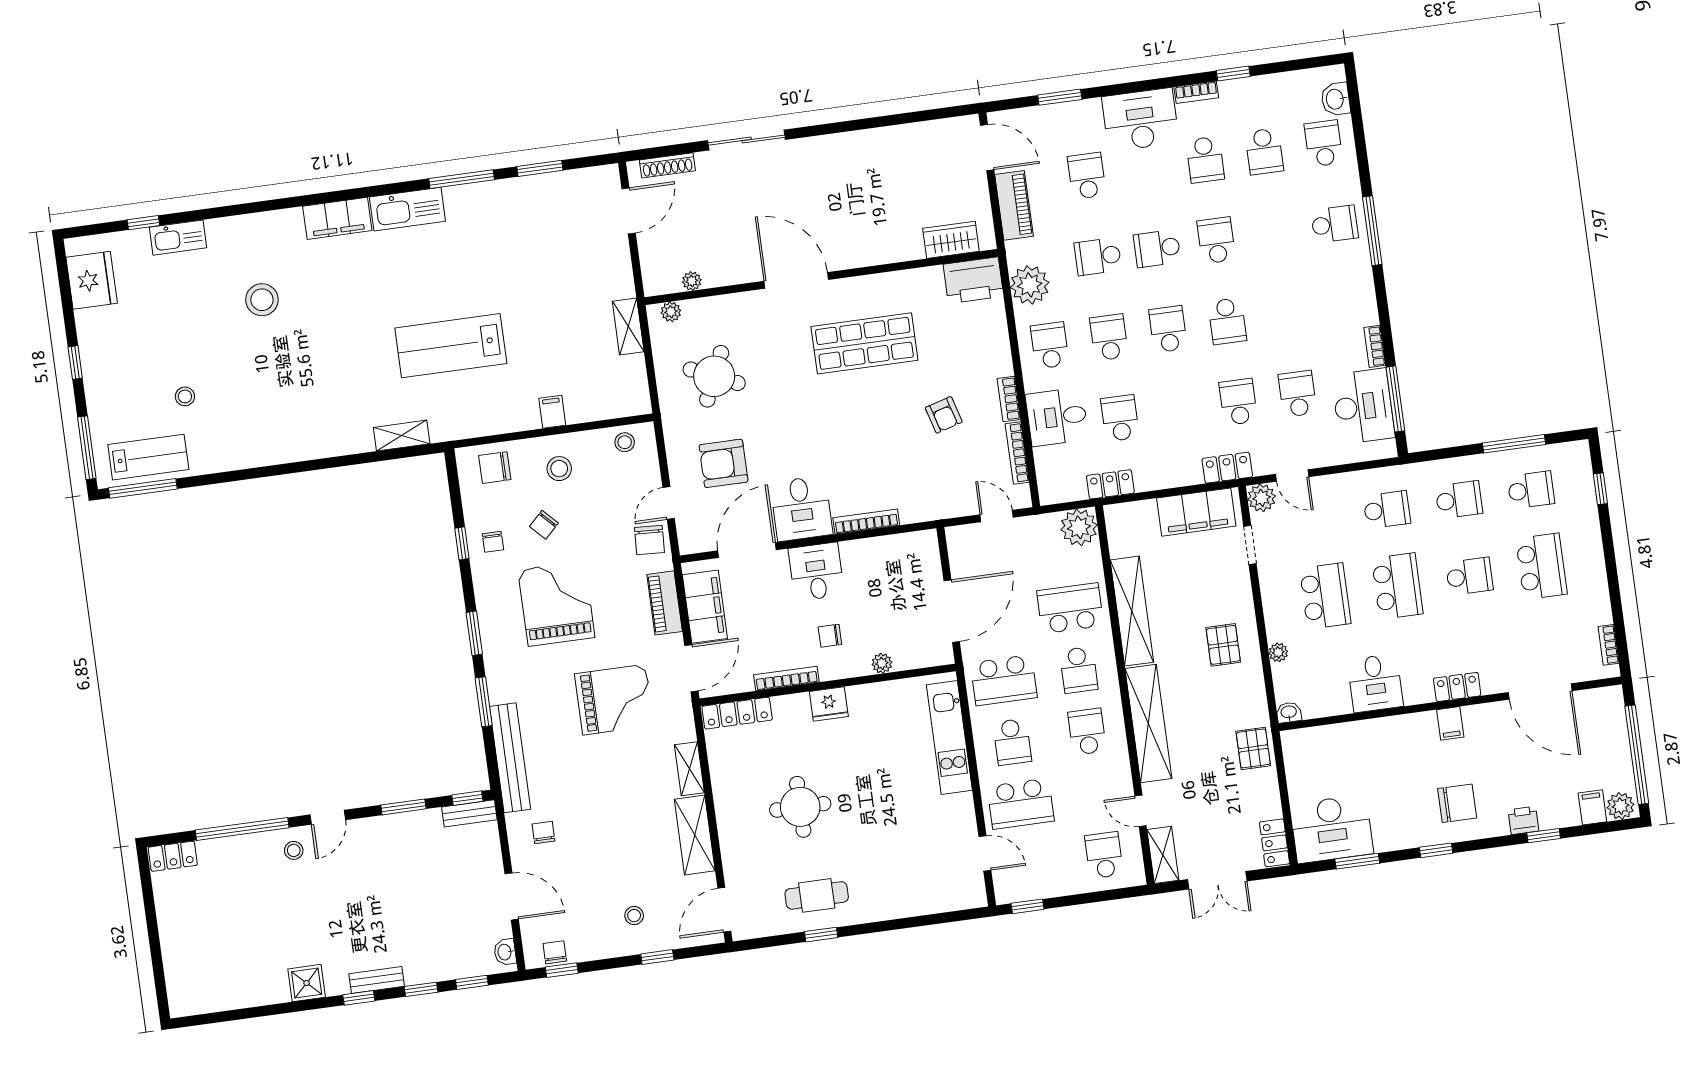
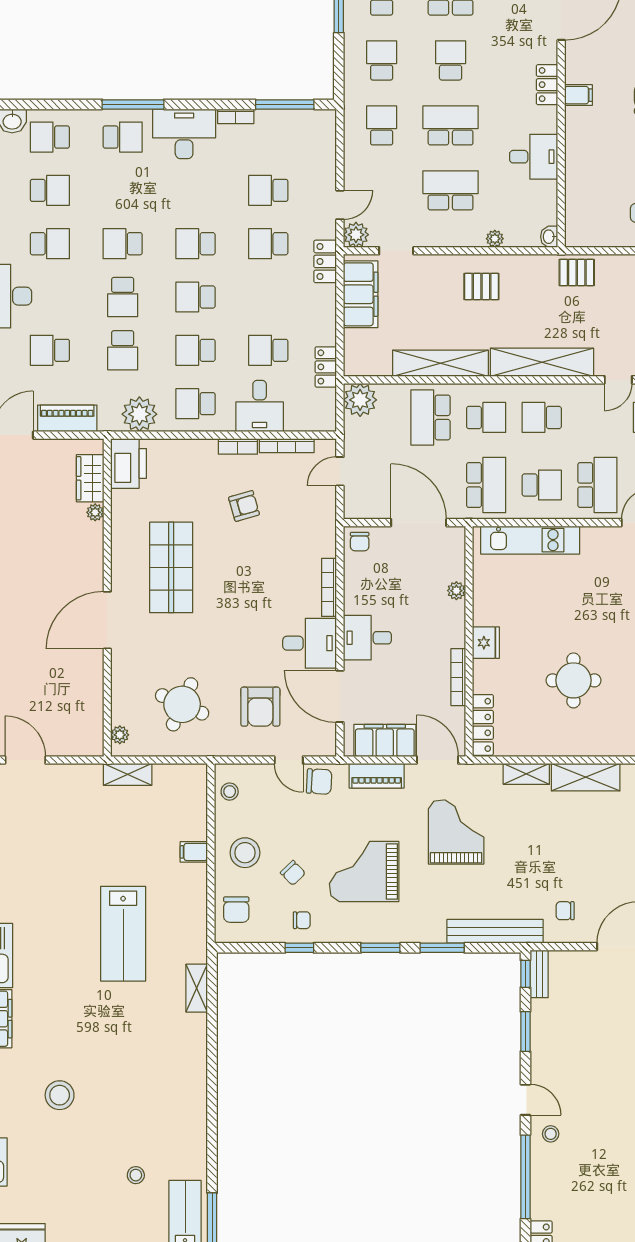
school desk: (1335, 224) -> (123, 137), turned 90
plant: (692, 281) -> (95, 512), moved
school desk: (1227, 321) -> (195, 244), turned 180
desk: (1363, 406) -> (184, 134), moved
stool: (559, 469) -> (245, 853), width x1.38, depth x1.38
chair: (830, 636) -> (360, 542), moved

